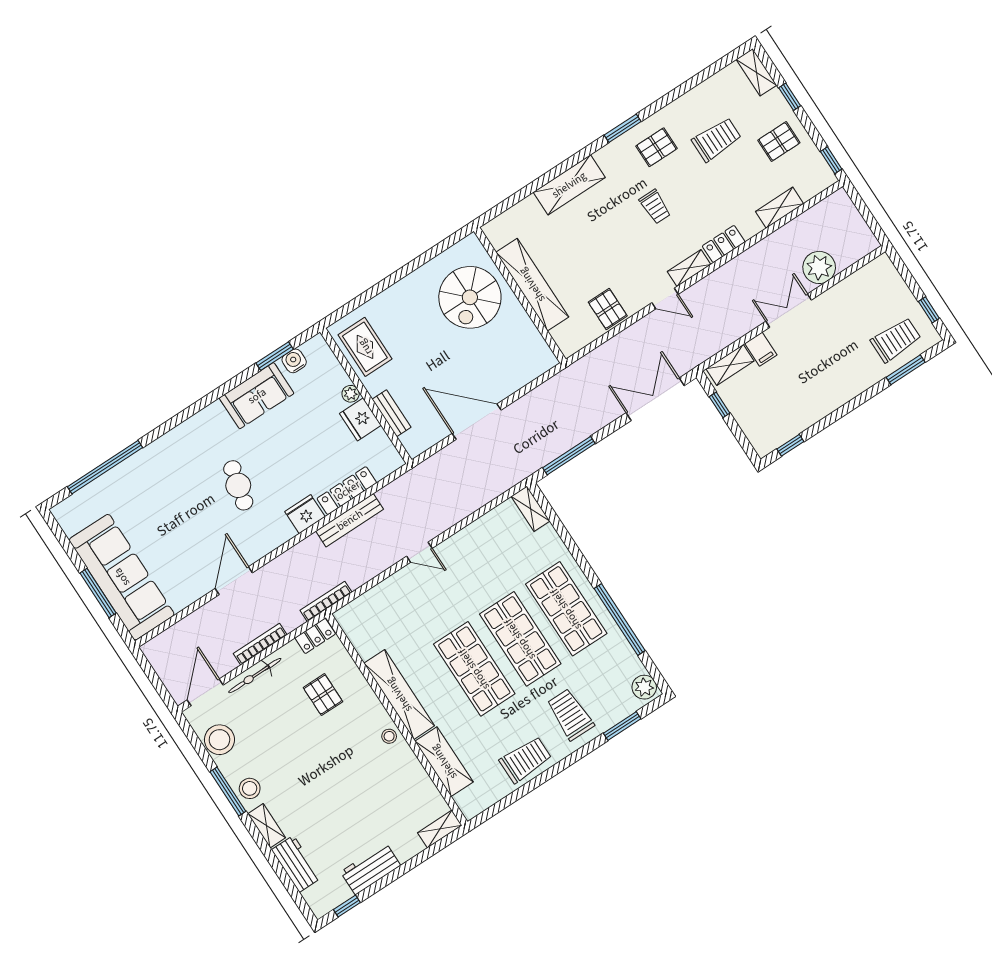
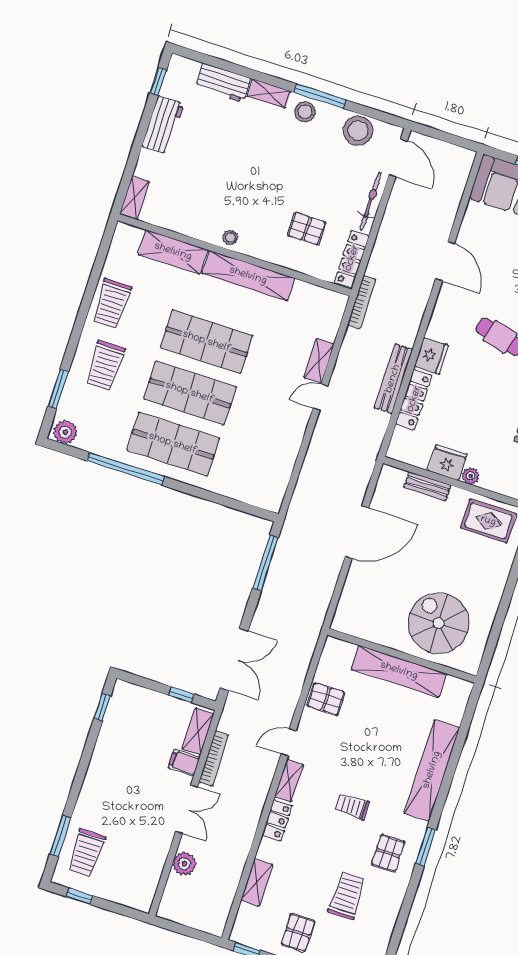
trolley: (717, 140) -> (347, 896), turned 180
shelving: (569, 185) -> (432, 770), width x1.47
plant: (819, 267) -> (184, 864), width x0.73, depth x0.73
shelving: (531, 509) -> (319, 361), moved, turned 90
locker: (315, 636) -> (352, 259), width x1.53
bookcase: (260, 644) -> (214, 759), moved
trolley: (570, 714) -> (105, 366), turned 90

